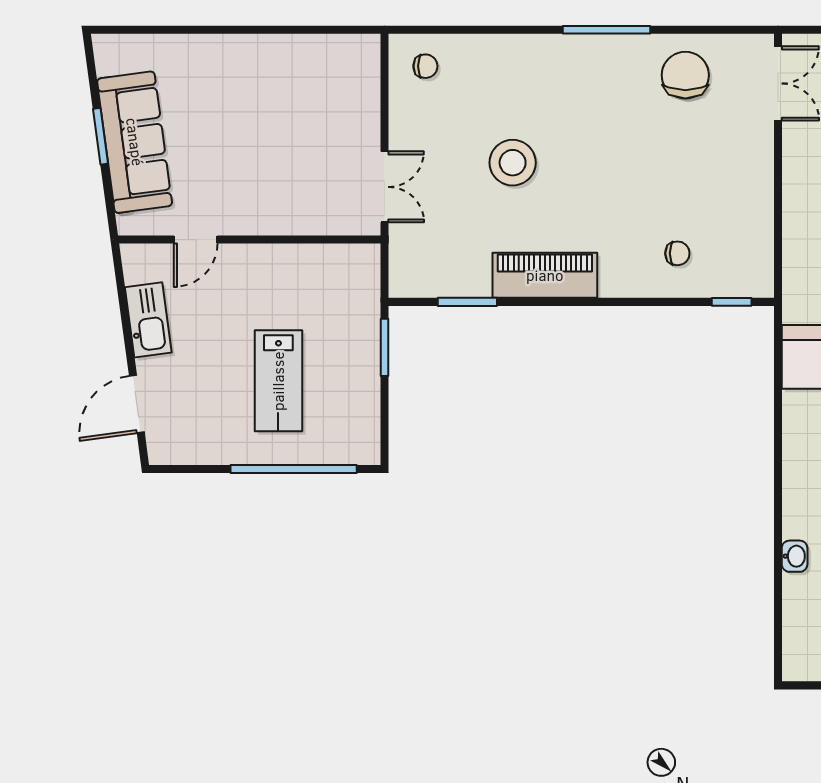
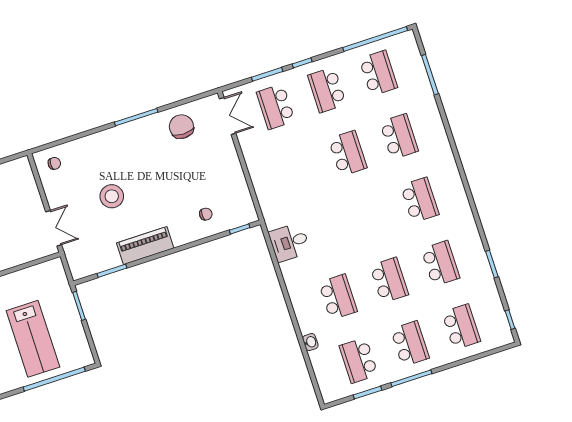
lab bench: (278, 381) -> (33, 339), width x1.36, depth x1.39

